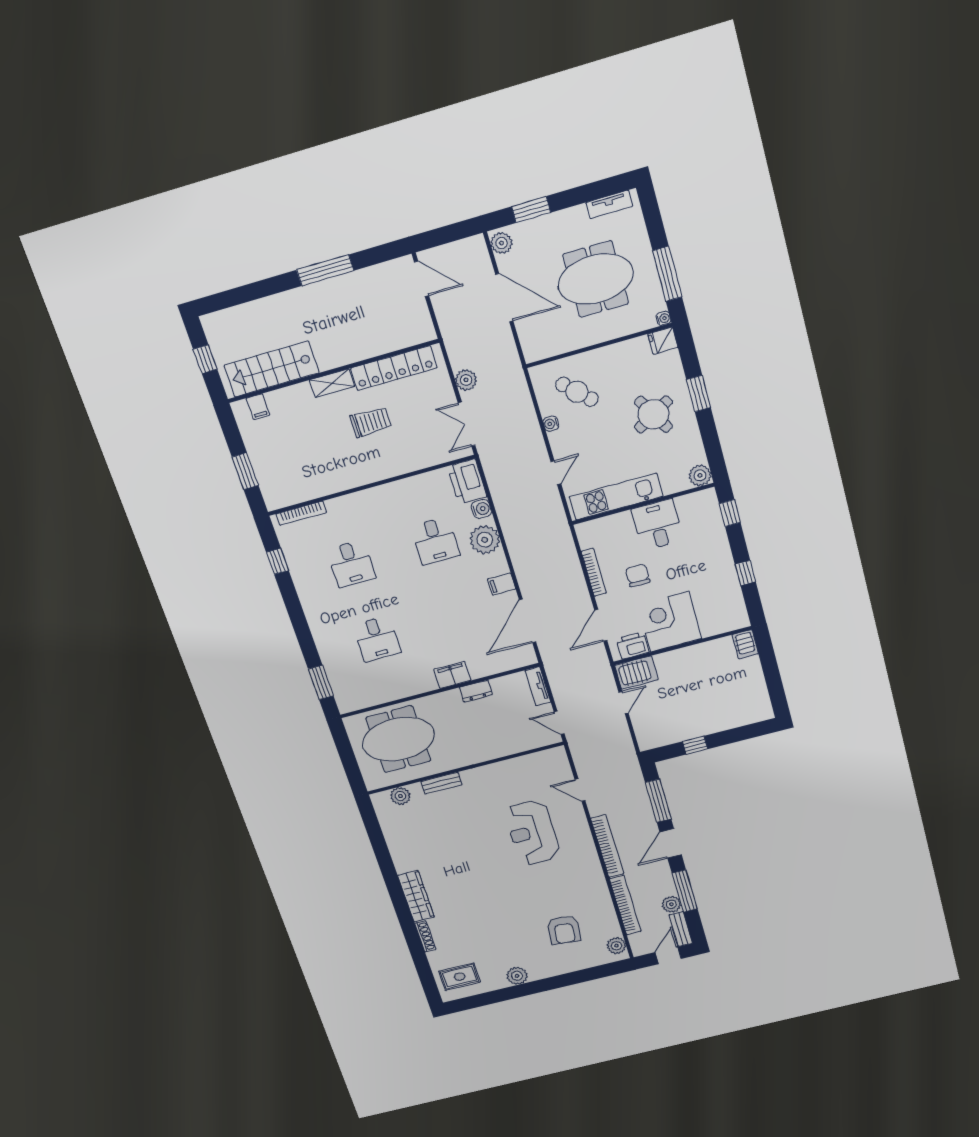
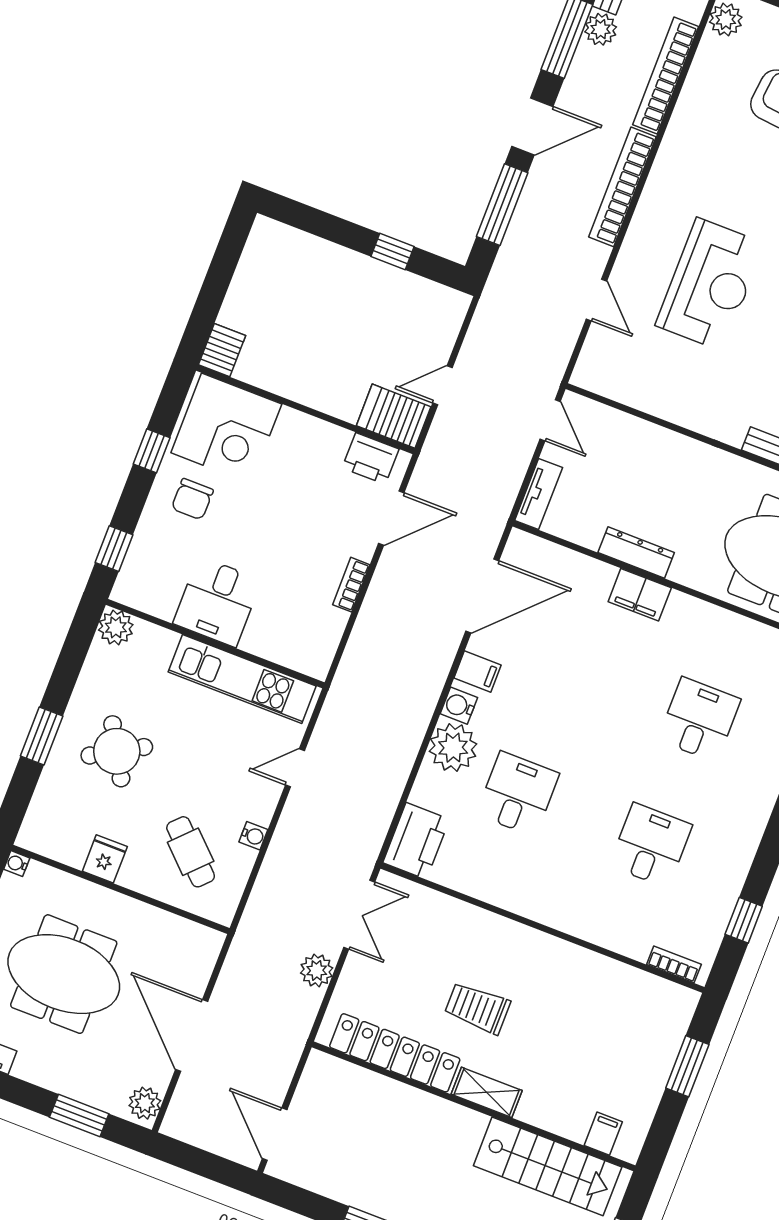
fridge: (663, 341) -> (105, 859), moved, turned -90
water cooler: (481, 509) -> (459, 706), moved
bookcase: (301, 513) -> (674, 964), width x0.64
bookcase: (594, 572) -> (351, 585), width x0.64
chair: (638, 575) -> (192, 499), moved
corner desk: (670, 622) -> (226, 428), moved
dresser: (476, 691) -> (636, 552), width x1.44

